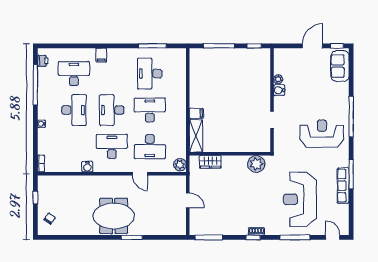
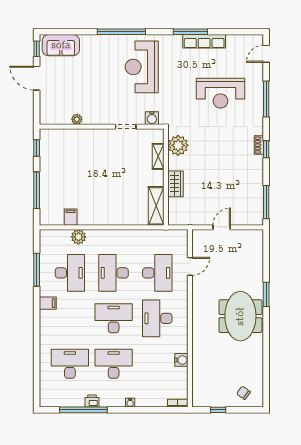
filing cabinet: (101, 55) -> (48, 303), moved
printer: (43, 61) -> (92, 401), moved
desk: (74, 74) -> (70, 364), turned 90
desk: (150, 74) -> (70, 273), turned -90
water cooler: (279, 90) -> (152, 118), moved
desk: (112, 110) -> (114, 318), turned 180
filing cabinet: (196, 113) -> (71, 217), moved
shelving: (196, 136) -> (156, 206), moved, turned 90
shelving: (247, 147) -> (158, 156), added
wardrobe: (210, 162) -> (176, 184), moved
plant: (180, 165) -> (78, 237), moved
water cooler: (87, 167) -> (181, 360), moved
door: (140, 174) -> (190, 266), moved
reception desk: (300, 199) -> (220, 93), width x0.74, depth x0.77

